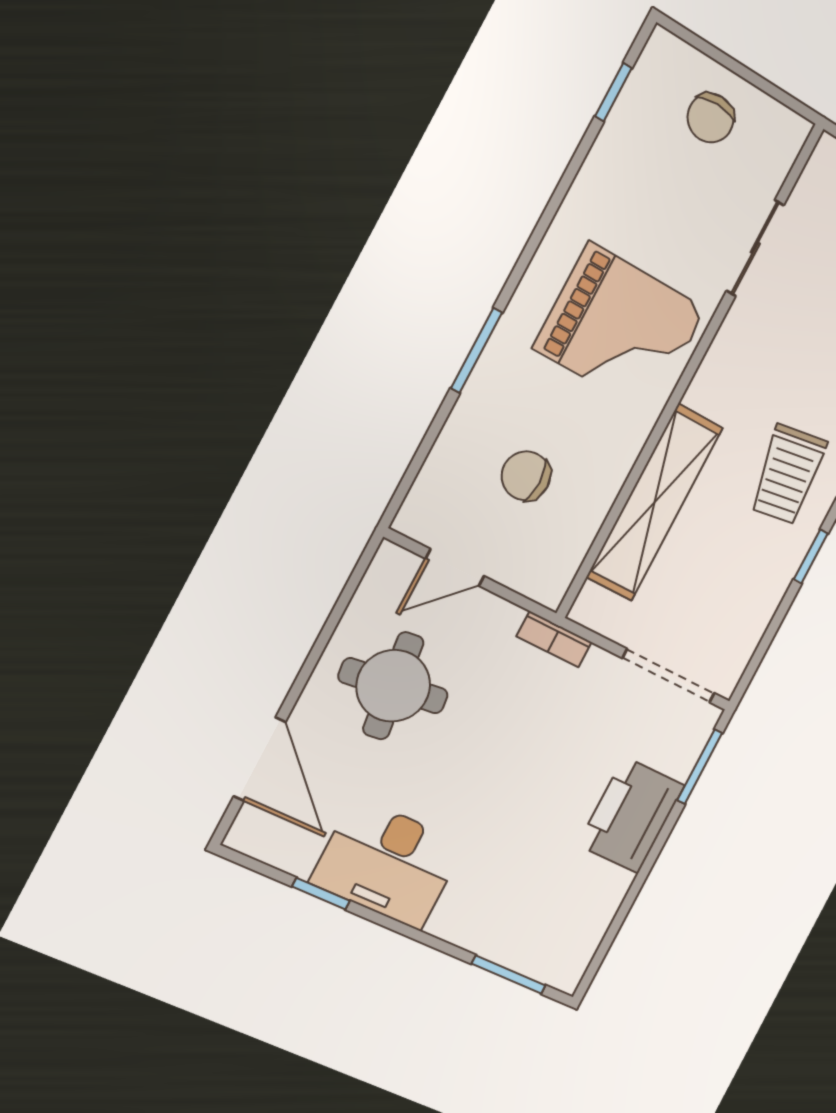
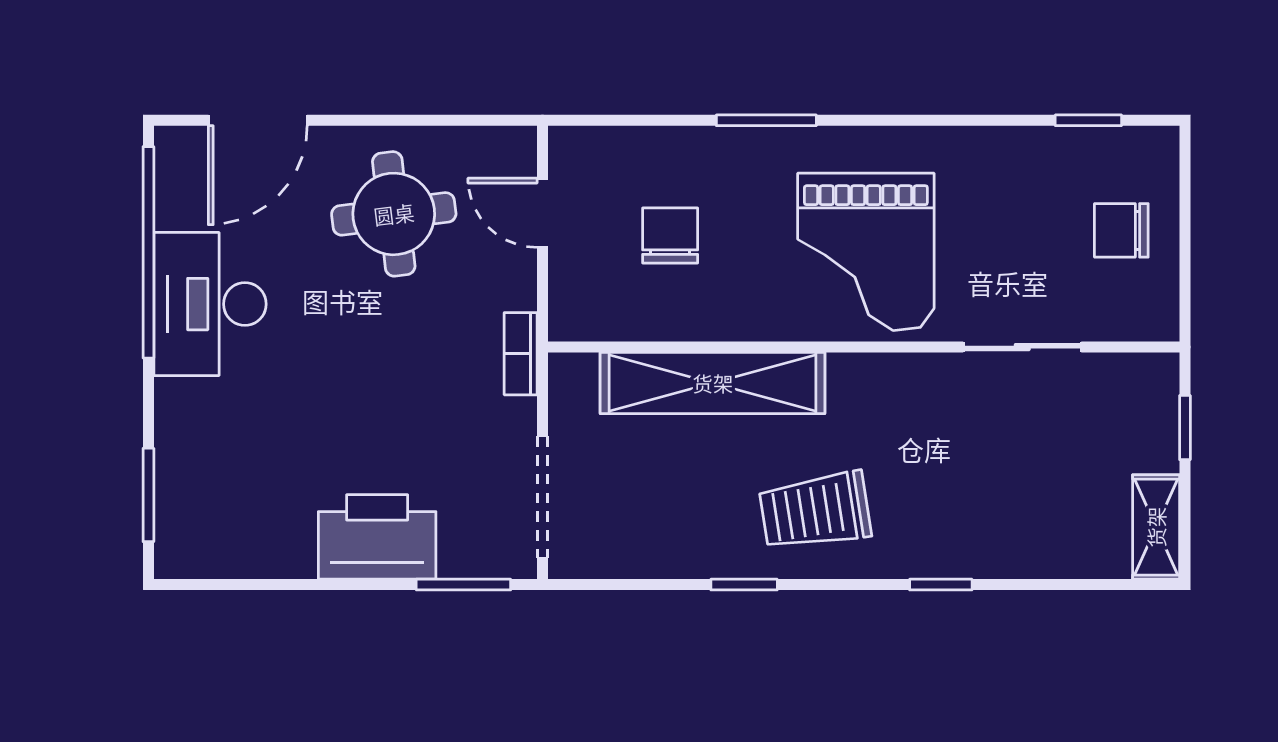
window: (321, 894) -> (148, 252), width x3.17

